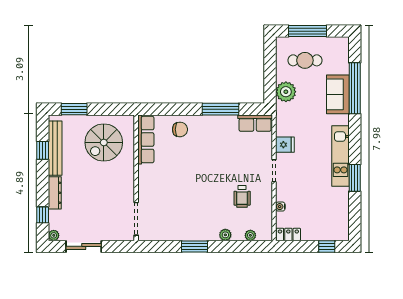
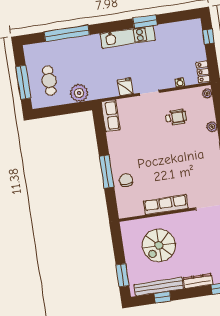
sofa: (338, 94) -> (74, 47), removed
window: (220, 109) -> (107, 172), moved
row of seats: (146, 140) -> (166, 205), moved
spiral stairs: (104, 143) -> (159, 245), moved, turned 90
plant: (250, 235) -> (207, 93), moved

